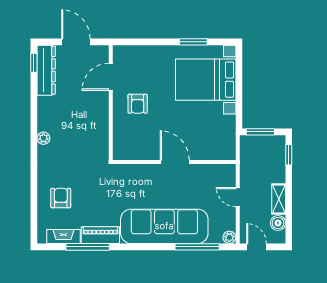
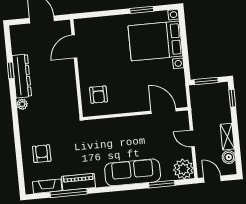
window: (34, 63) -> (11, 70), moved
dresser: (46, 70) -> (22, 76), moved
armchair: (138, 104) -> (98, 95), moved
door: (175, 162) -> (164, 111), moved
sofa: (164, 226) -> (133, 172), width x0.74, depth x0.79
plant: (229, 237) -> (183, 169), width x1.87, depth x1.87
window: (197, 247) -> (162, 184), width x0.69

